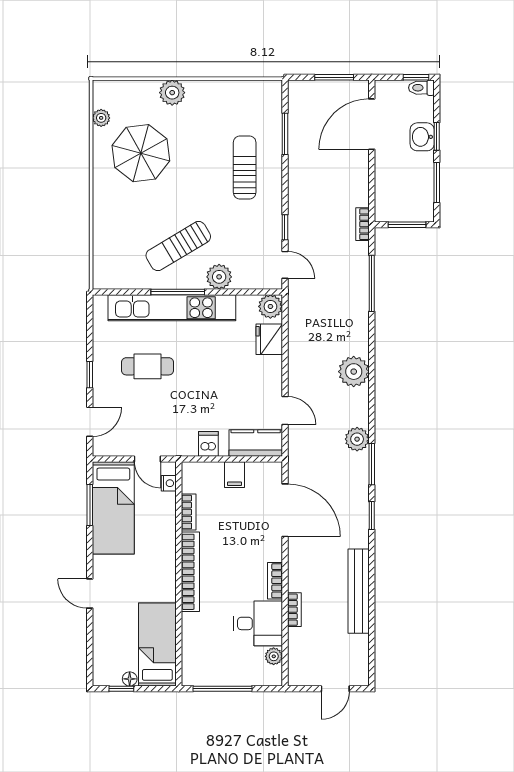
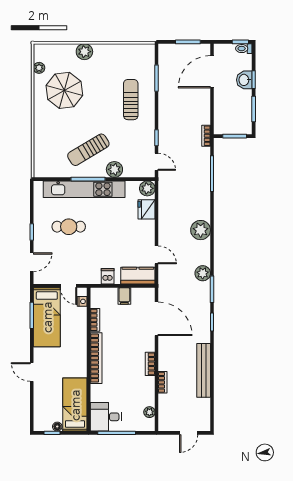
desk: (258, 623) -> (106, 417), moved, turned 180

